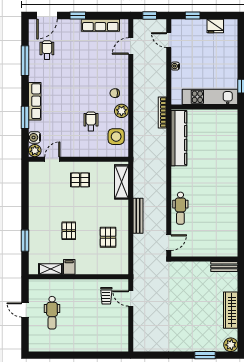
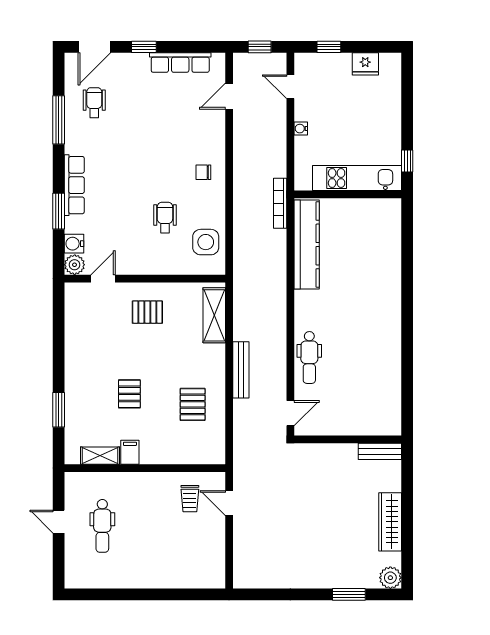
plant: (121, 111) -> (214, 201), removed

